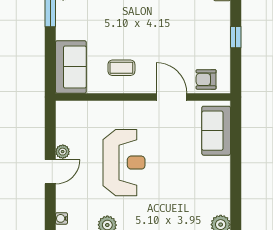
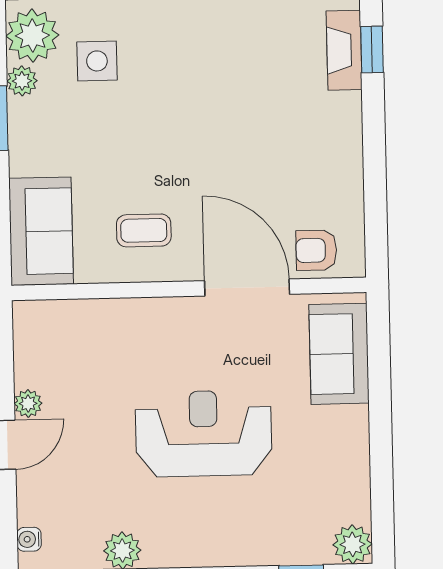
window: (236, 37) -> (375, 163), removed
door: (172, 97) -> (247, 288), width x1.36
reception desk: (124, 163) -> (204, 434), moved, turned -90

